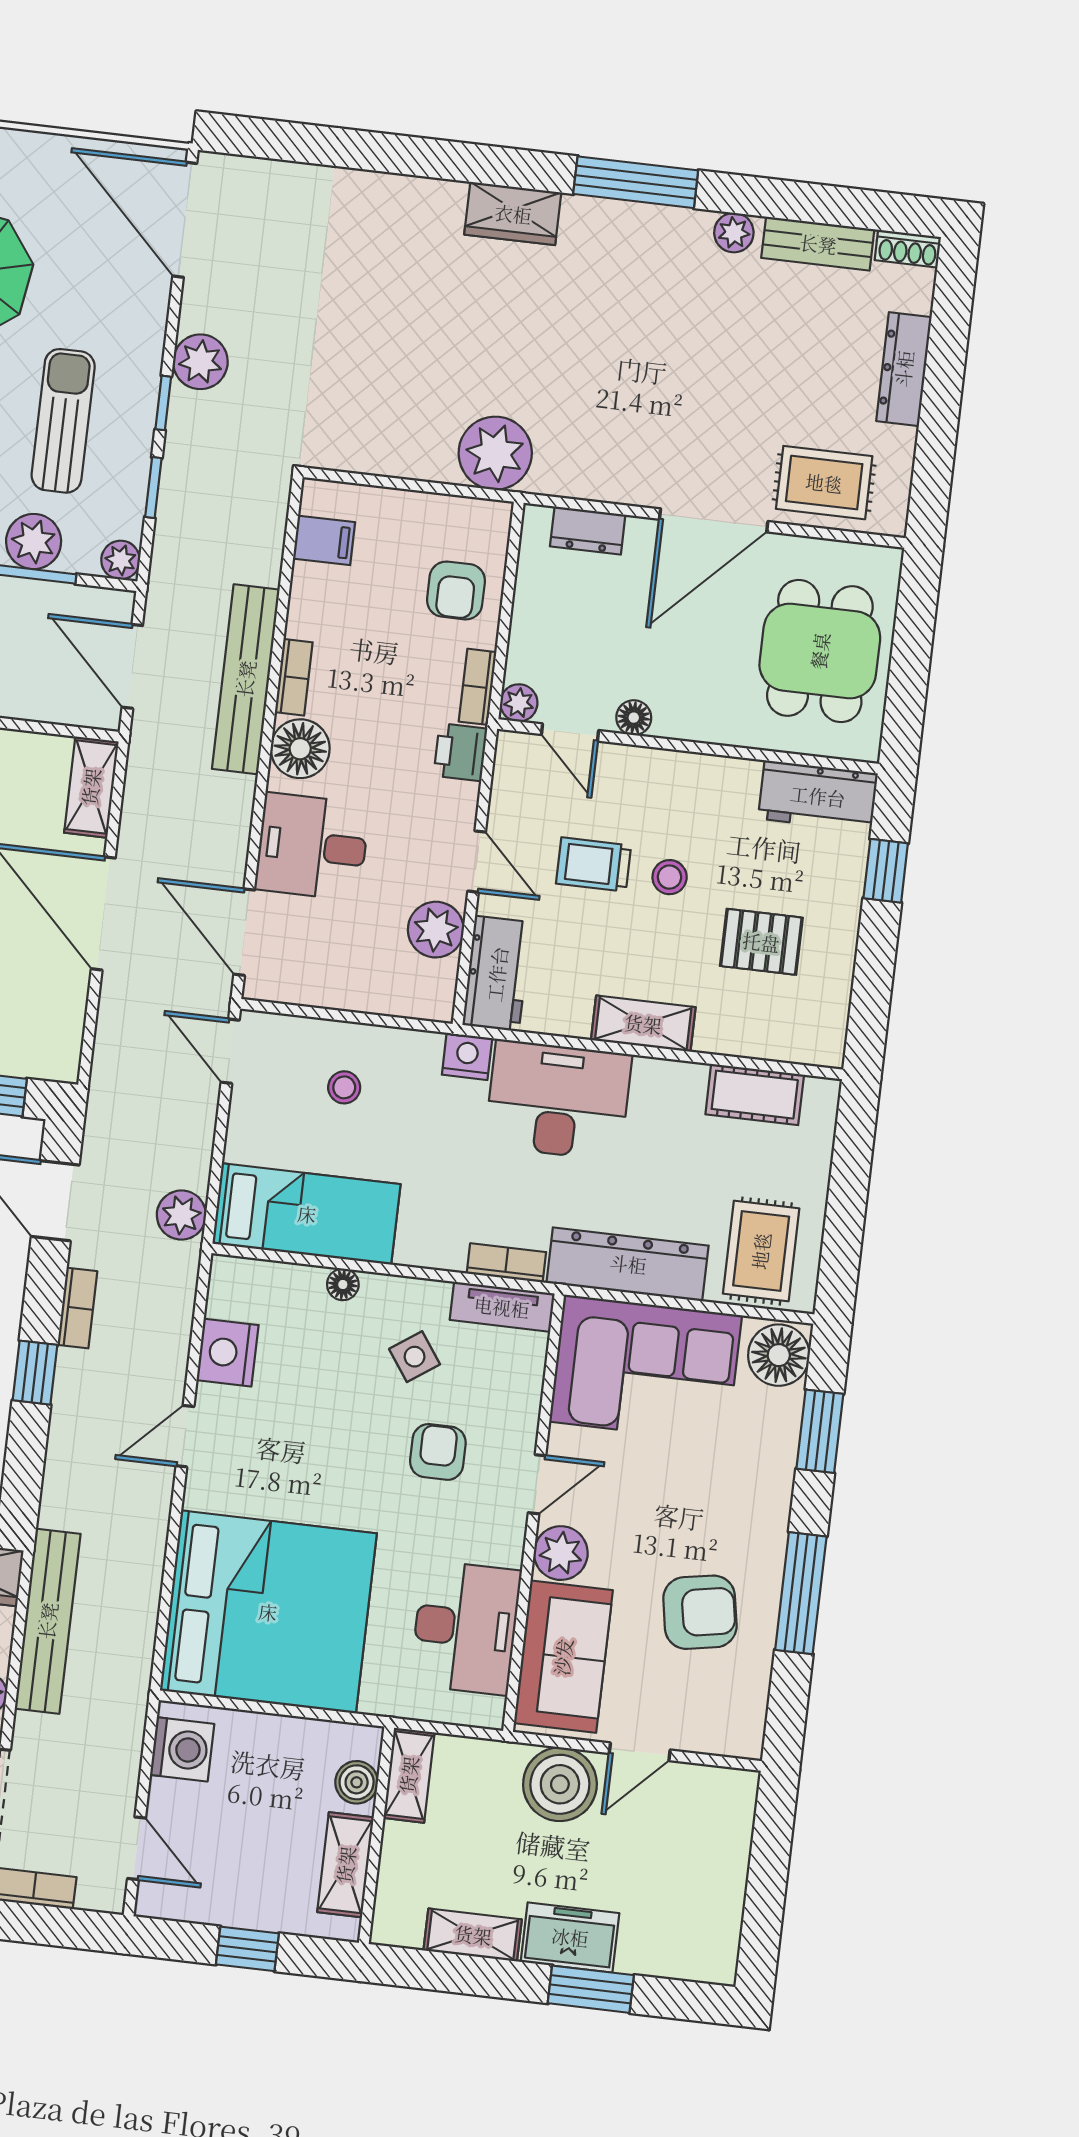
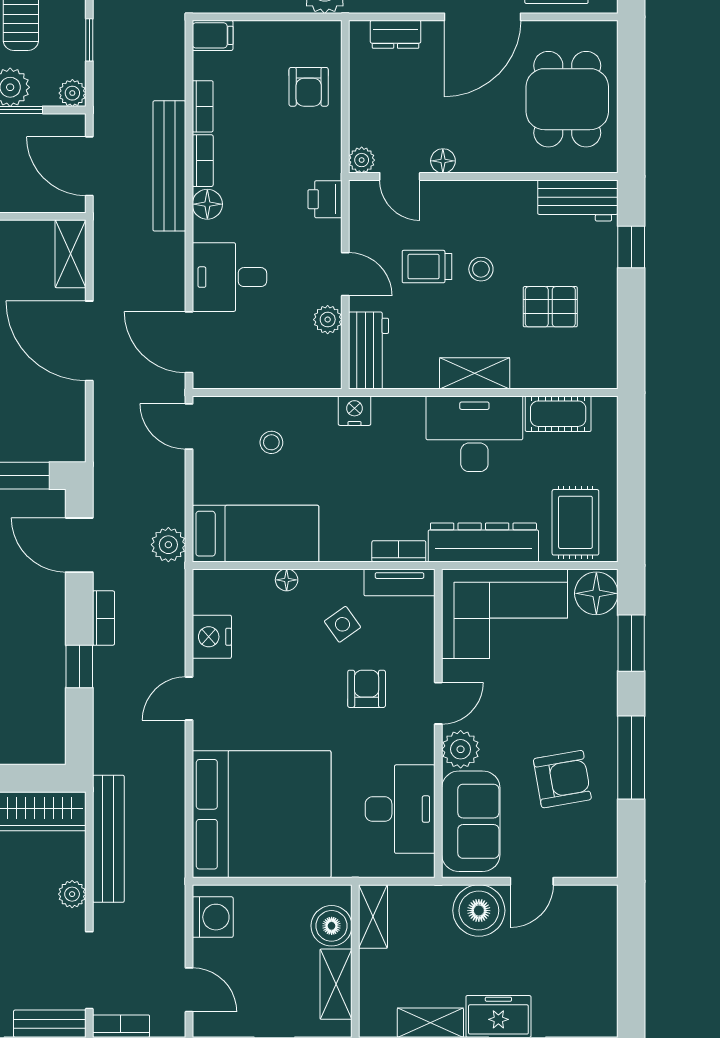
filing cabinet: (324, 540) -> (213, 35), moved
bookcase: (478, 687) -> (203, 106), moved, turned 180
floor lamp: (300, 749) -> (207, 204), width x0.73, depth x0.73
plant: (436, 930) -> (328, 320), width x0.73, depth x0.73
desk: (558, 1100) -> (474, 434), moved
boiler: (357, 1782) -> (332, 926), width x1.36, depth x1.36

